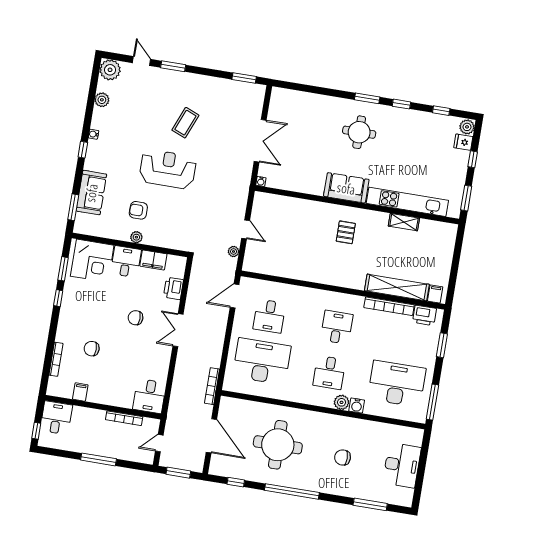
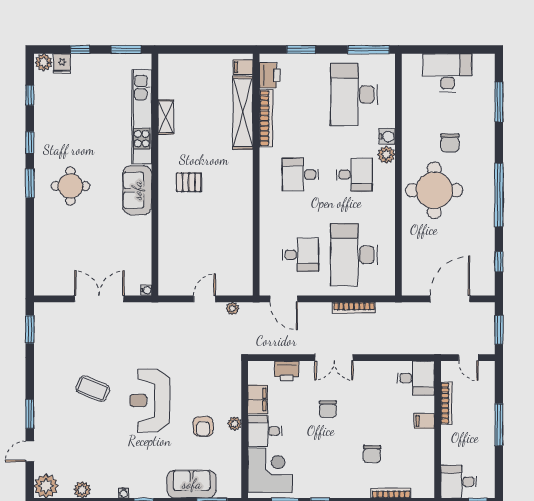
bookcase: (212, 386) -> (354, 308), moved
filing cabinet: (80, 392) -> (424, 421), moved
round table: (278, 445) -> (434, 190), moved

